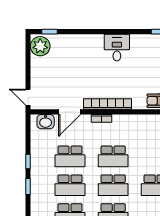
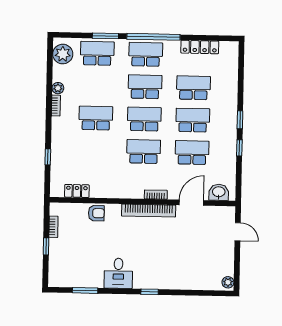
window: (49, 32) -> (150, 292), moved
plant: (40, 46) -> (228, 282), width x0.53, depth x0.53
desk: (117, 48) -> (118, 273), moved
door: (28, 97) -> (238, 232), moved

